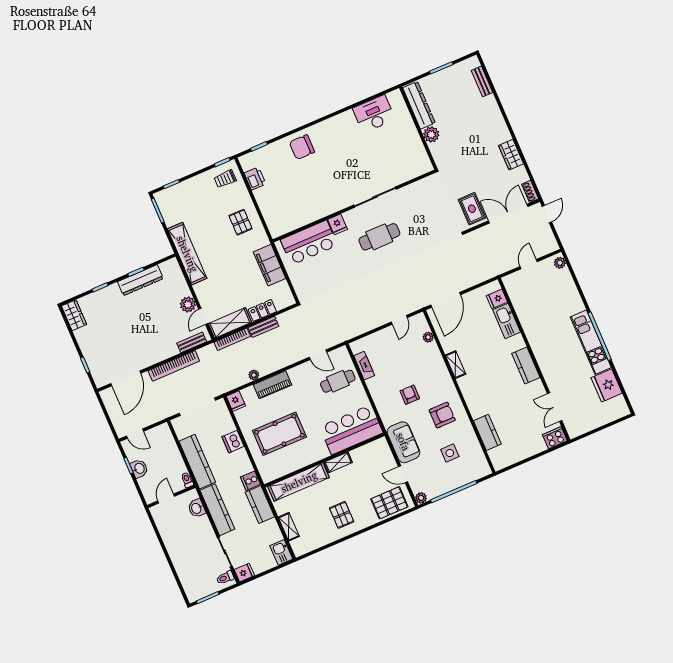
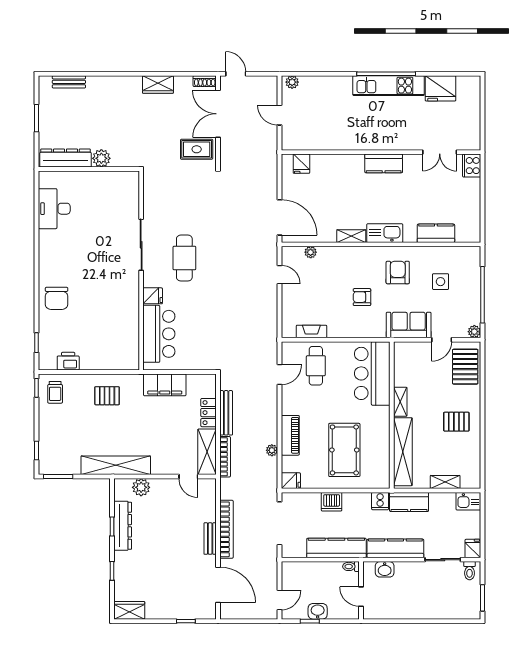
plant: (188, 305) -> (141, 487), moved
kitchen sink: (507, 321) -> (385, 233), moved, turned 180
bench: (263, 327) -> (226, 413), width x1.36
bench: (192, 342) -> (210, 539), moved

